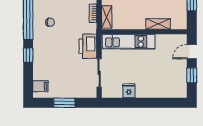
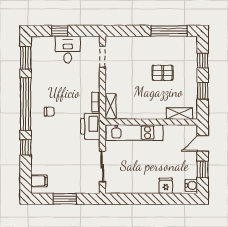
shelving: (158, 24) -> (179, 114), moved
printer: (88, 46) -> (90, 126), moved
water cooler: (181, 90) -> (191, 185), added
fridge: (129, 91) -> (166, 186), moved

